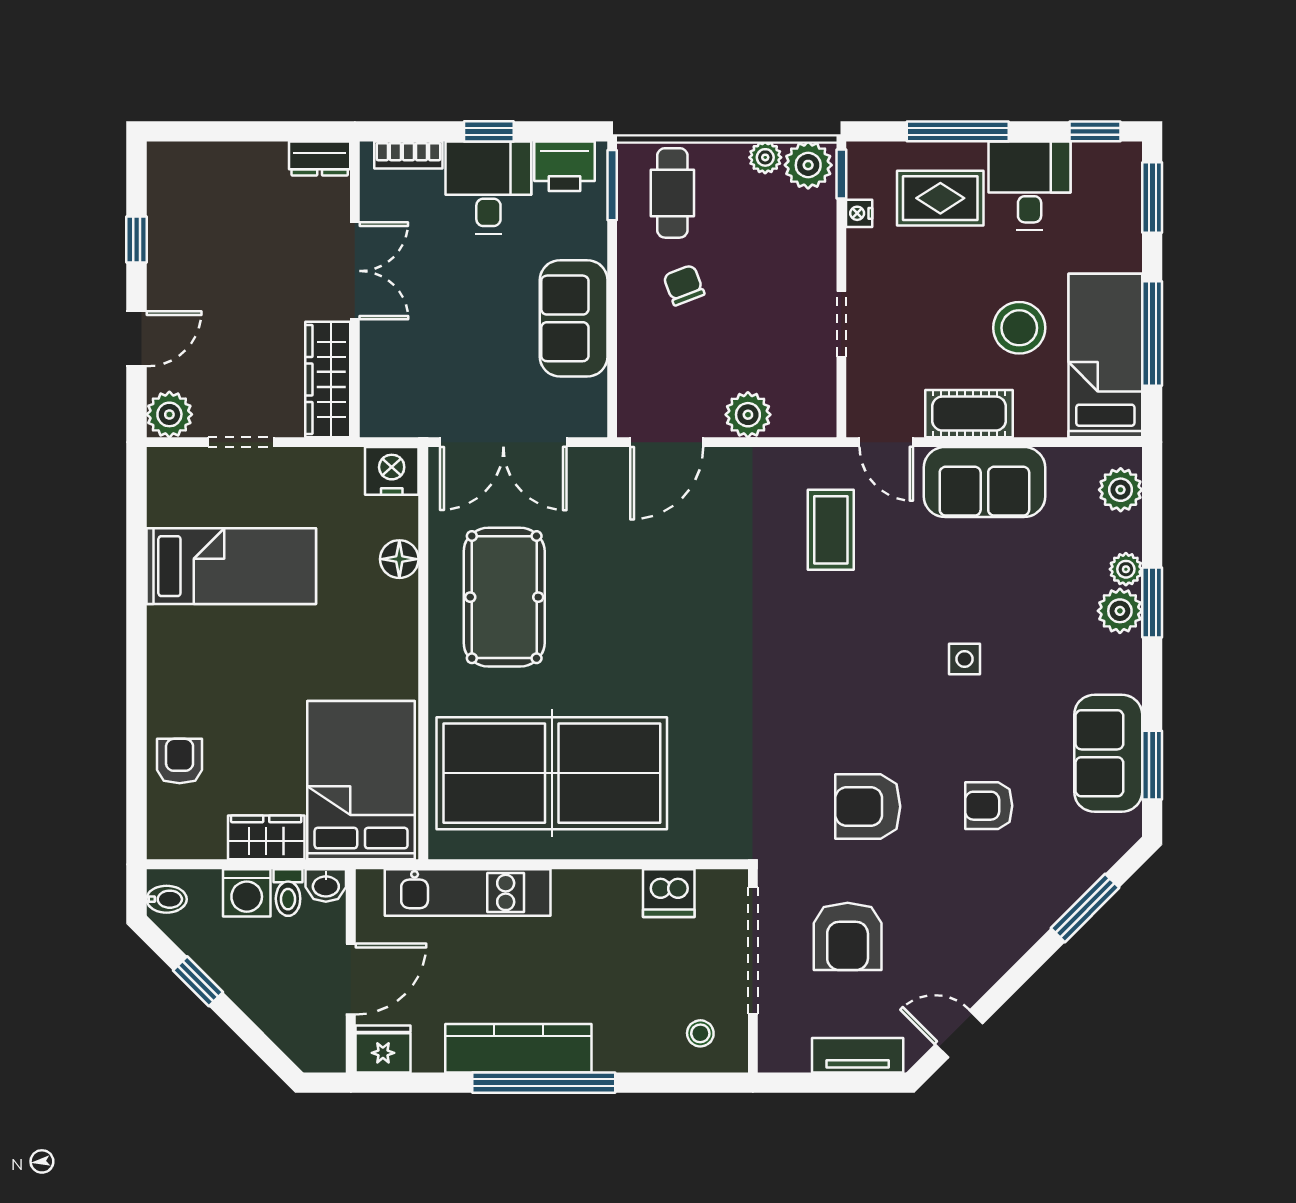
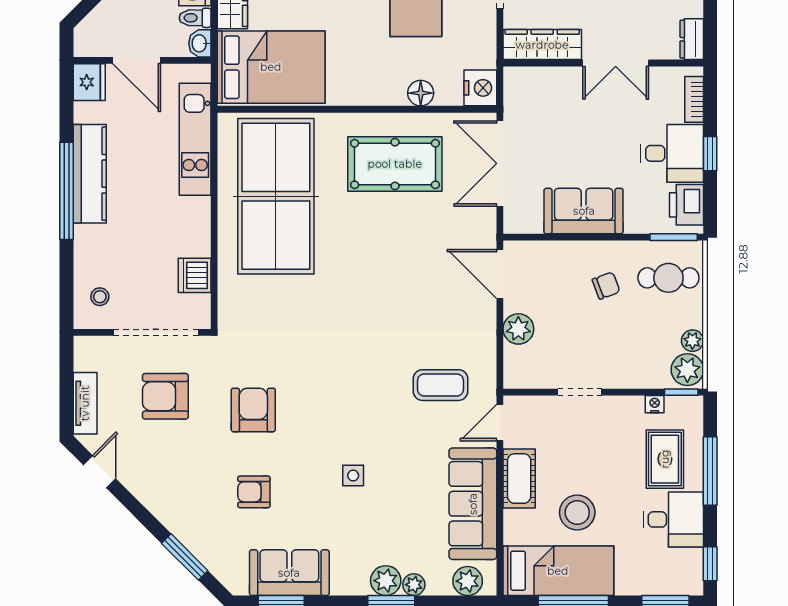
sofa: (984, 482) -> (473, 504), width x1.36
armchair: (989, 806) -> (254, 492), turned -90

